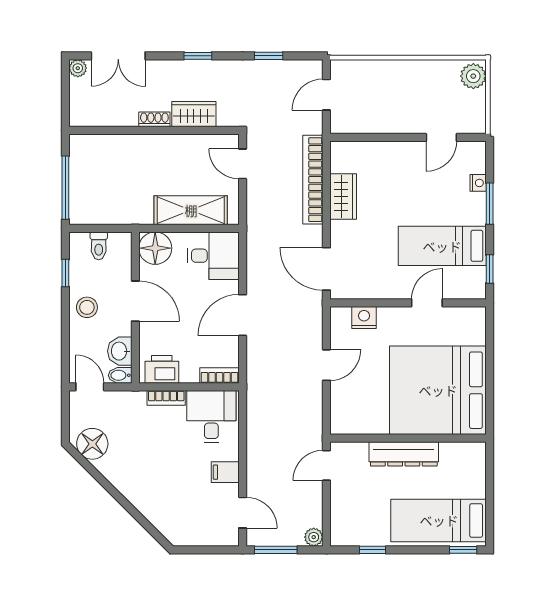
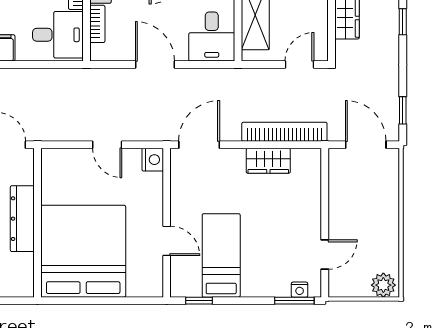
window: (269, 56) -> (403, 110), moved
door: (326, 95) -> (366, 145), width x1.38
door: (441, 137) -> (325, 255), swing flipped
nightstand: (478, 183) -> (300, 290), moved
window: (490, 204) -> (294, 301), moved
nightstand: (364, 317) -> (153, 160), moved
bookcase: (219, 375) -> (97, 24), moved

